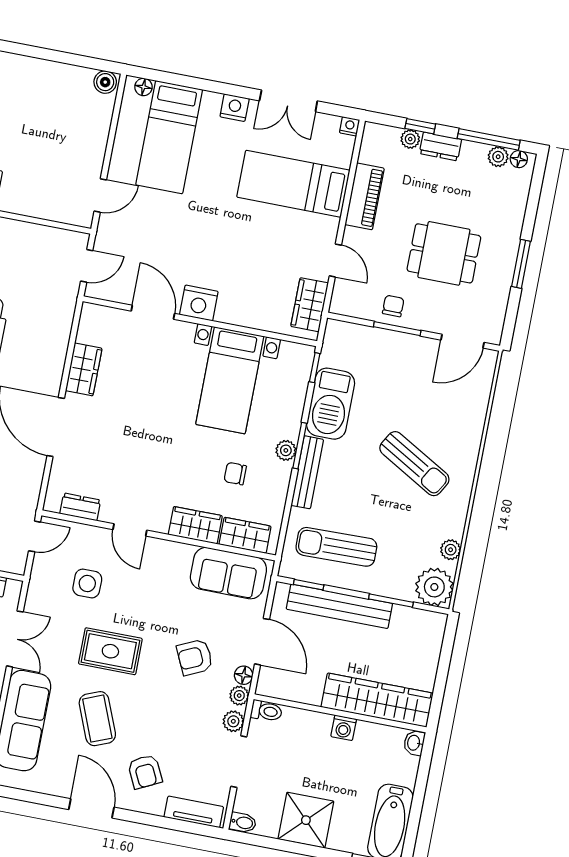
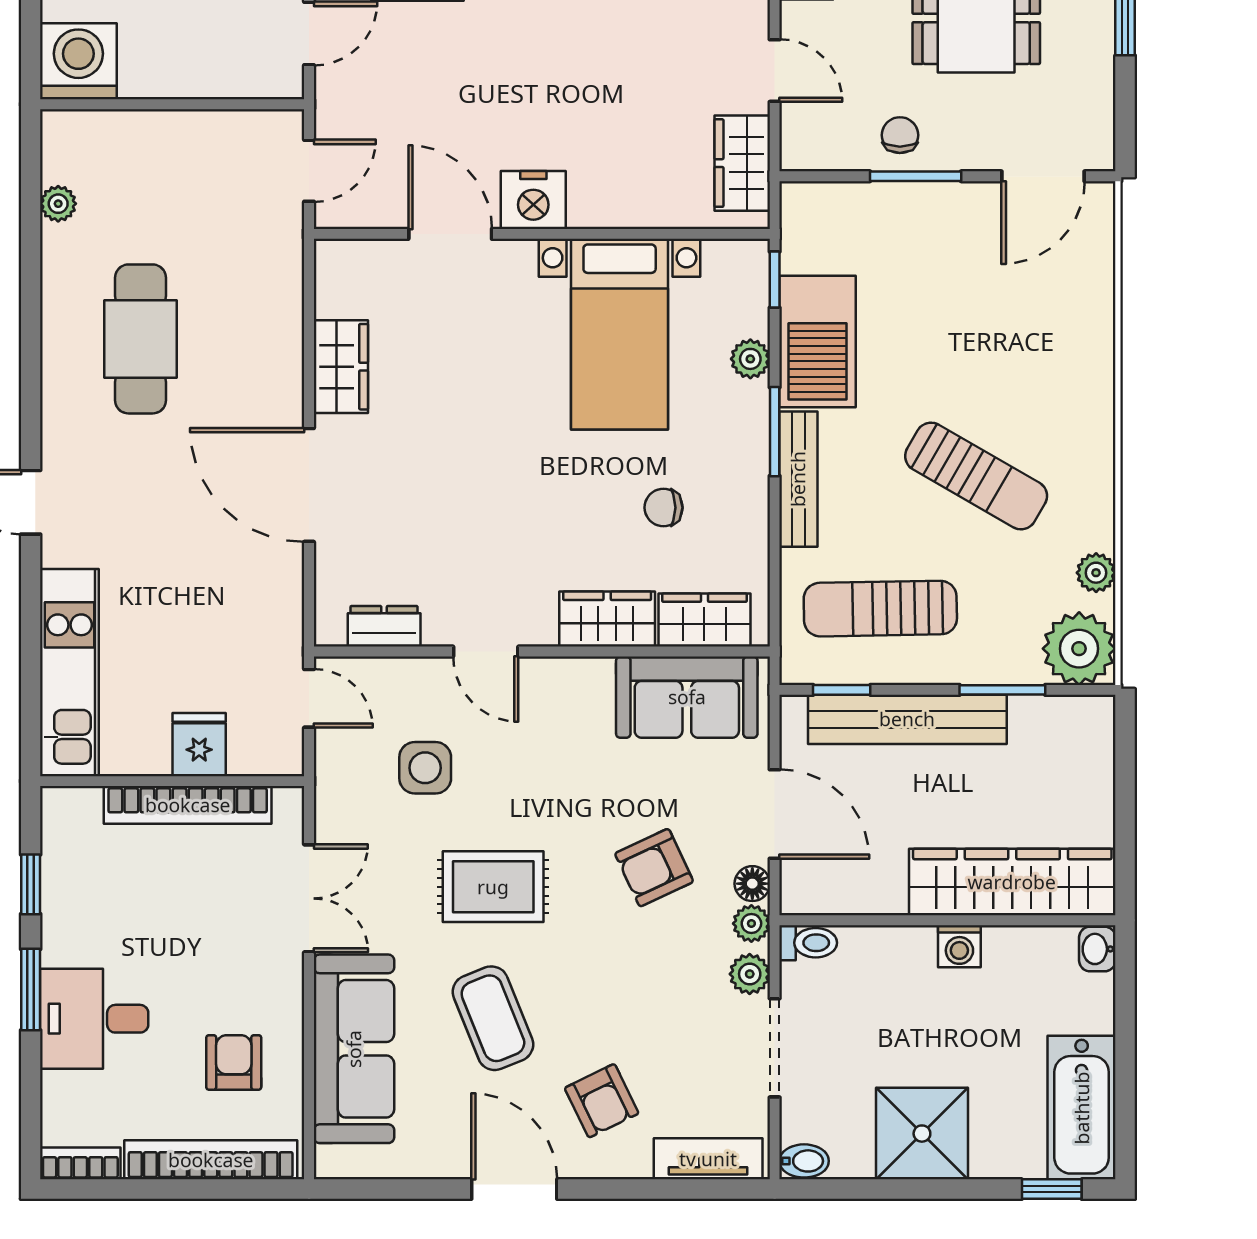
plant: (286, 450) -> (750, 359), moved
sun lounger: (414, 464) -> (976, 476), moved
door: (35, 536) -> (309, 698), hinge flipped

